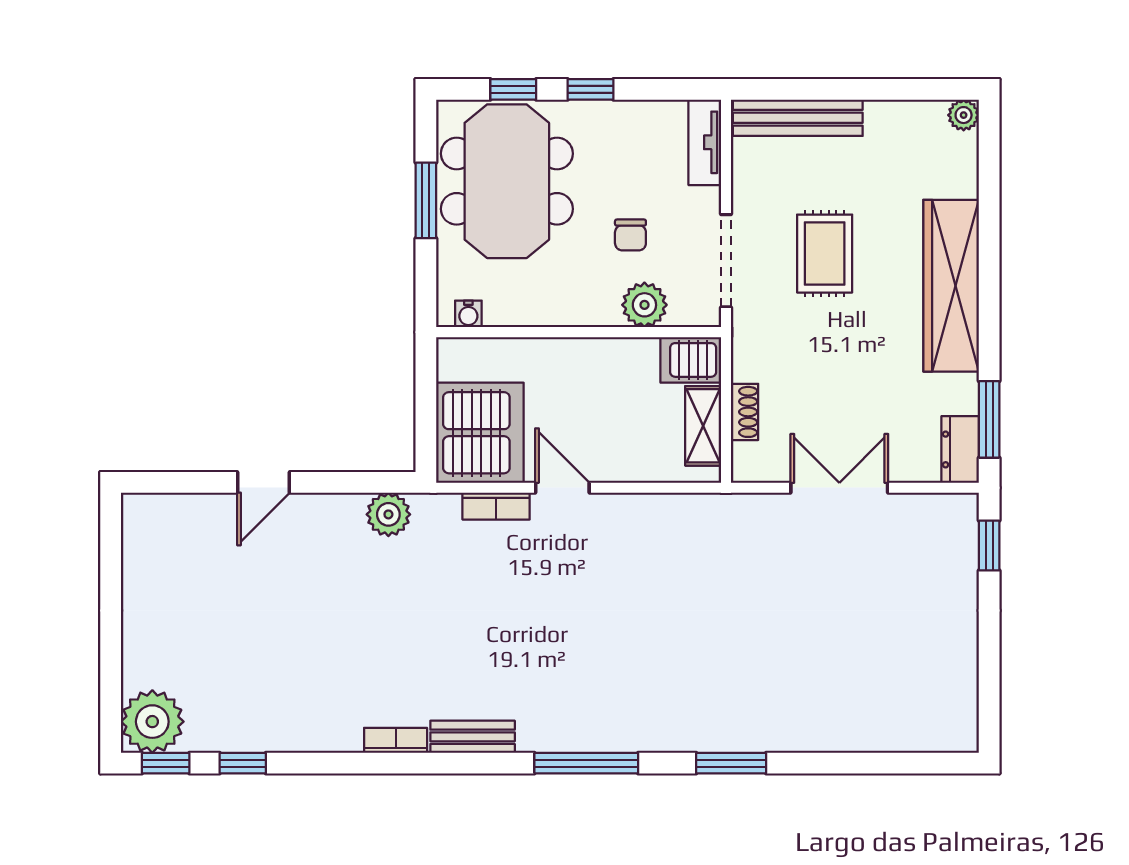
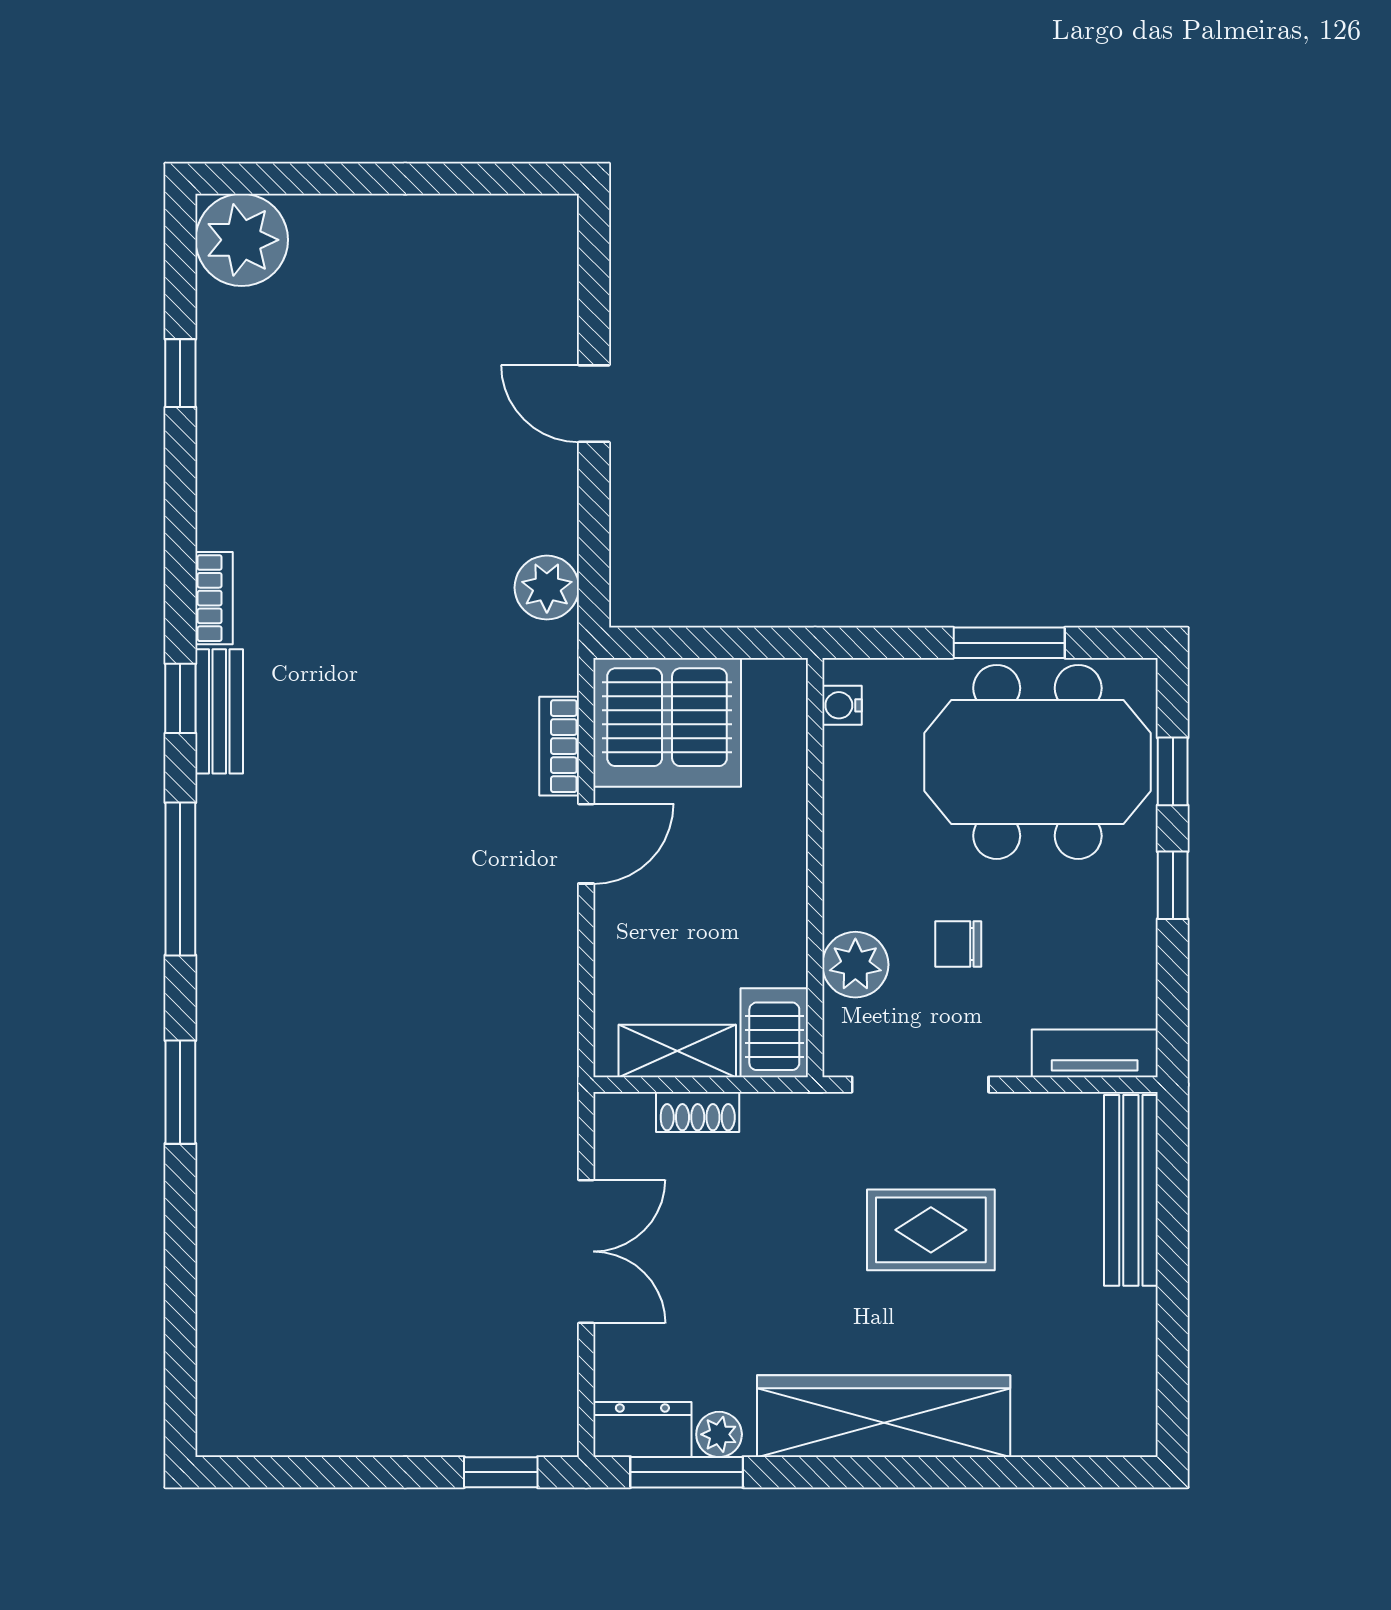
plant: (964, 115) -> (719, 1434), moved
window: (166, 763) -> (180, 698), moved

